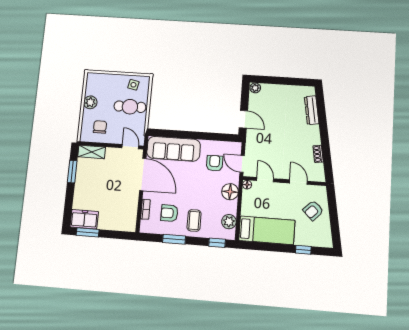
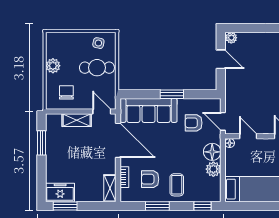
door: (243, 119) -> (221, 59), moved
window: (196, 135) -> (172, 94), added
shelving: (92, 152) -> (77, 120), moved
armchair: (214, 163) -> (194, 123), turned -90
shelving: (131, 219) -> (110, 188), added
plant: (229, 222) -> (213, 169), moved

